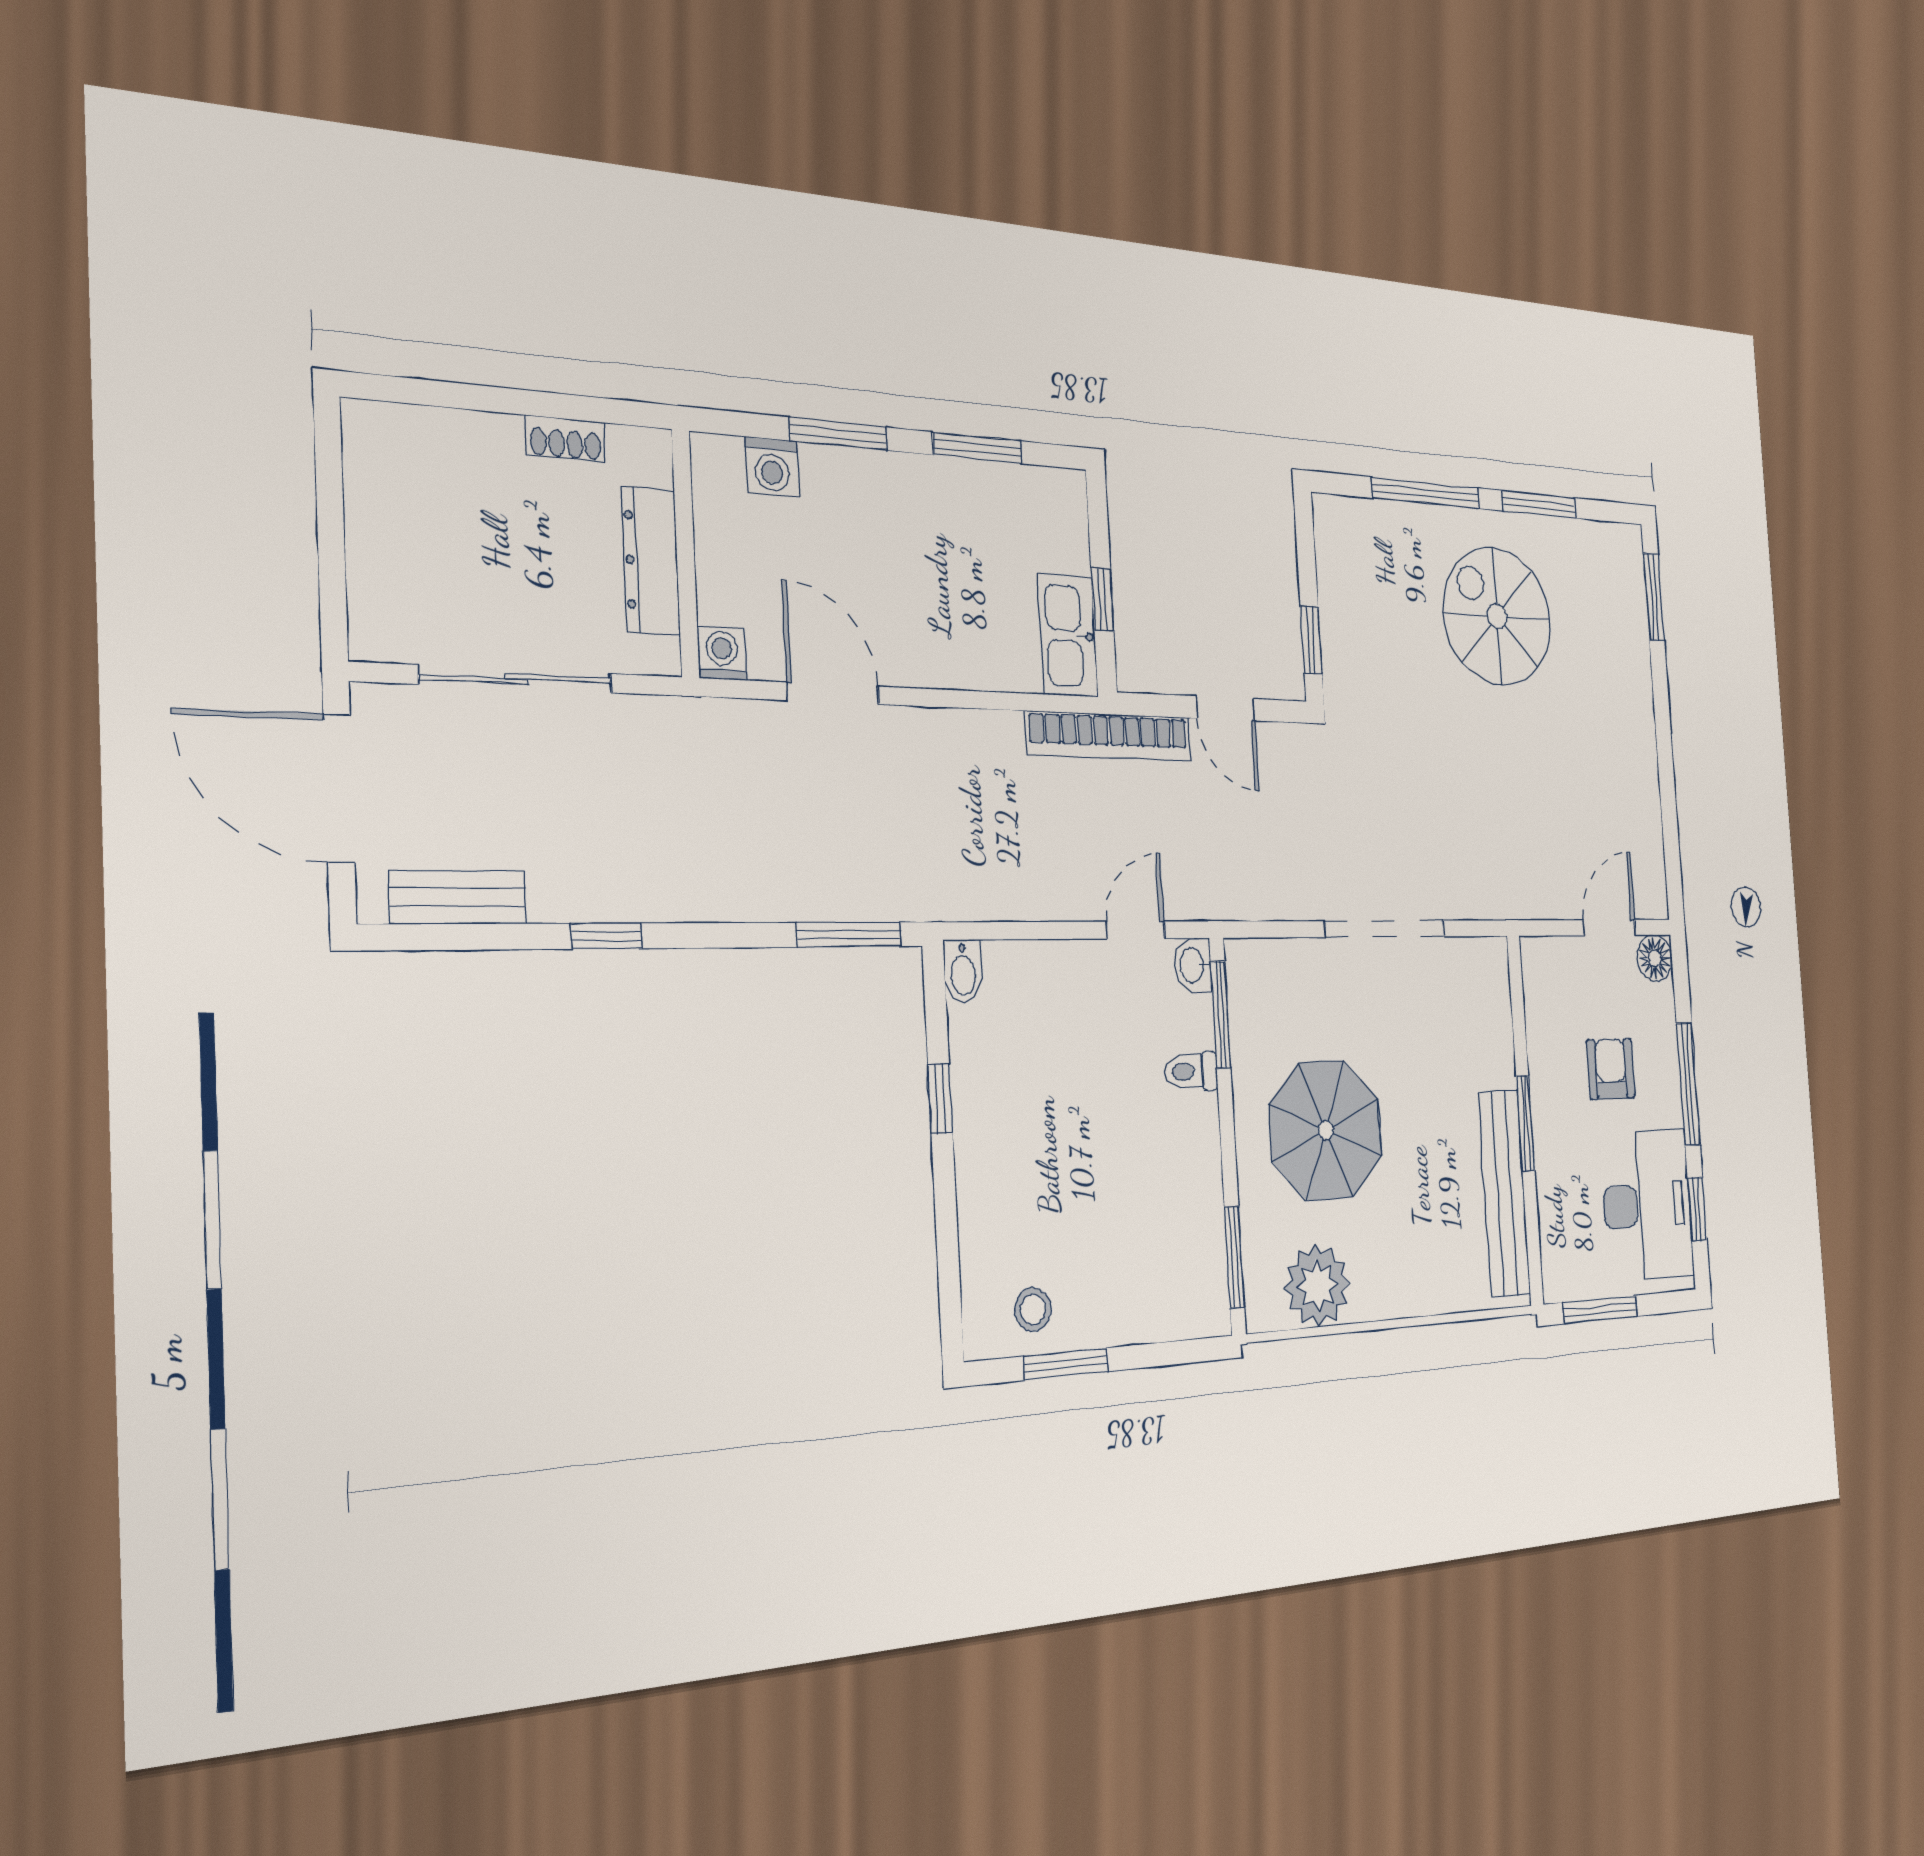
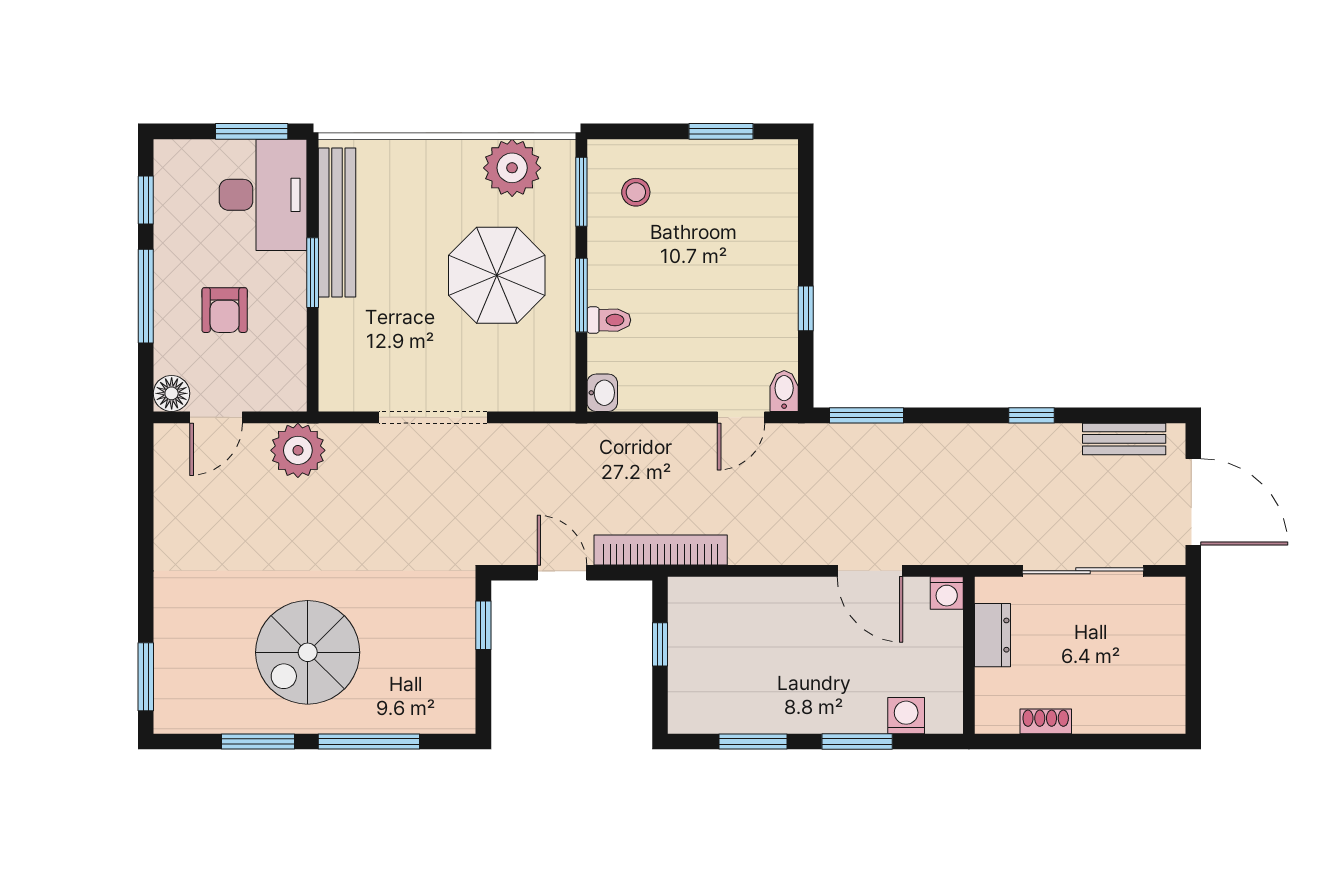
dresser: (651, 561) -> (992, 635), width x0.70
spiral stairs: (1497, 616) -> (308, 652), turned 90
kitchen sink: (1068, 636) -> (689, 618), removed
plant: (1525, 884) -> (298, 450), added
door: (1136, 930) -> (741, 417), moved
window: (1221, 1014) -> (581, 295), moved
desk: (1647, 1205) -> (263, 195), moved, turned 180
stool: (1033, 1309) -> (636, 192), moved

